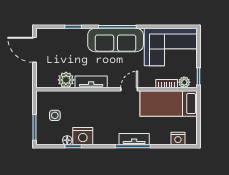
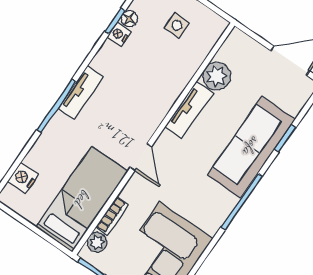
sofa: (116, 40) -> (251, 147), moved
nightstand: (83, 136) -> (119, 34), width x0.53, depth x0.56
tv unit: (134, 139) -> (80, 93), moved

